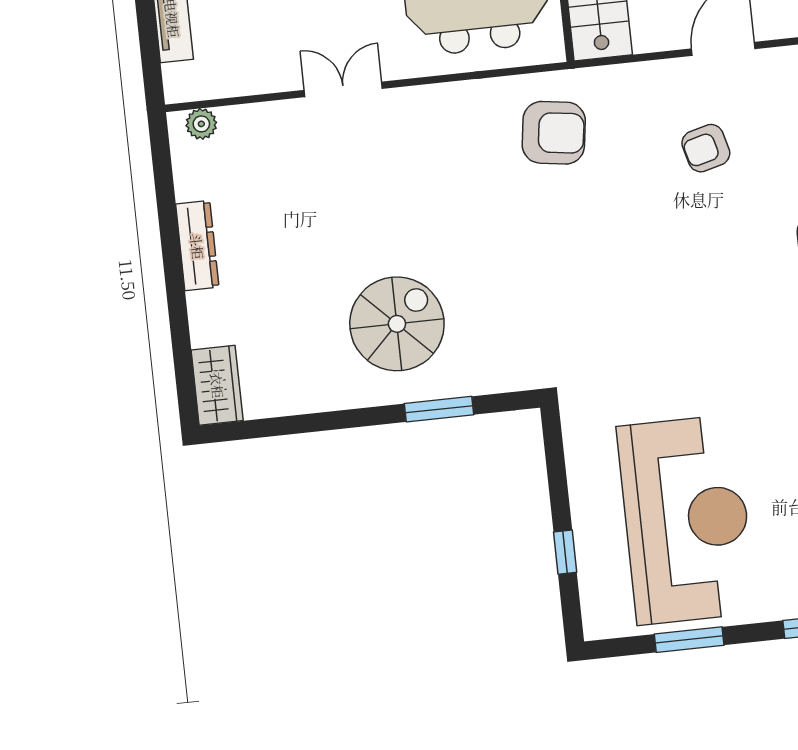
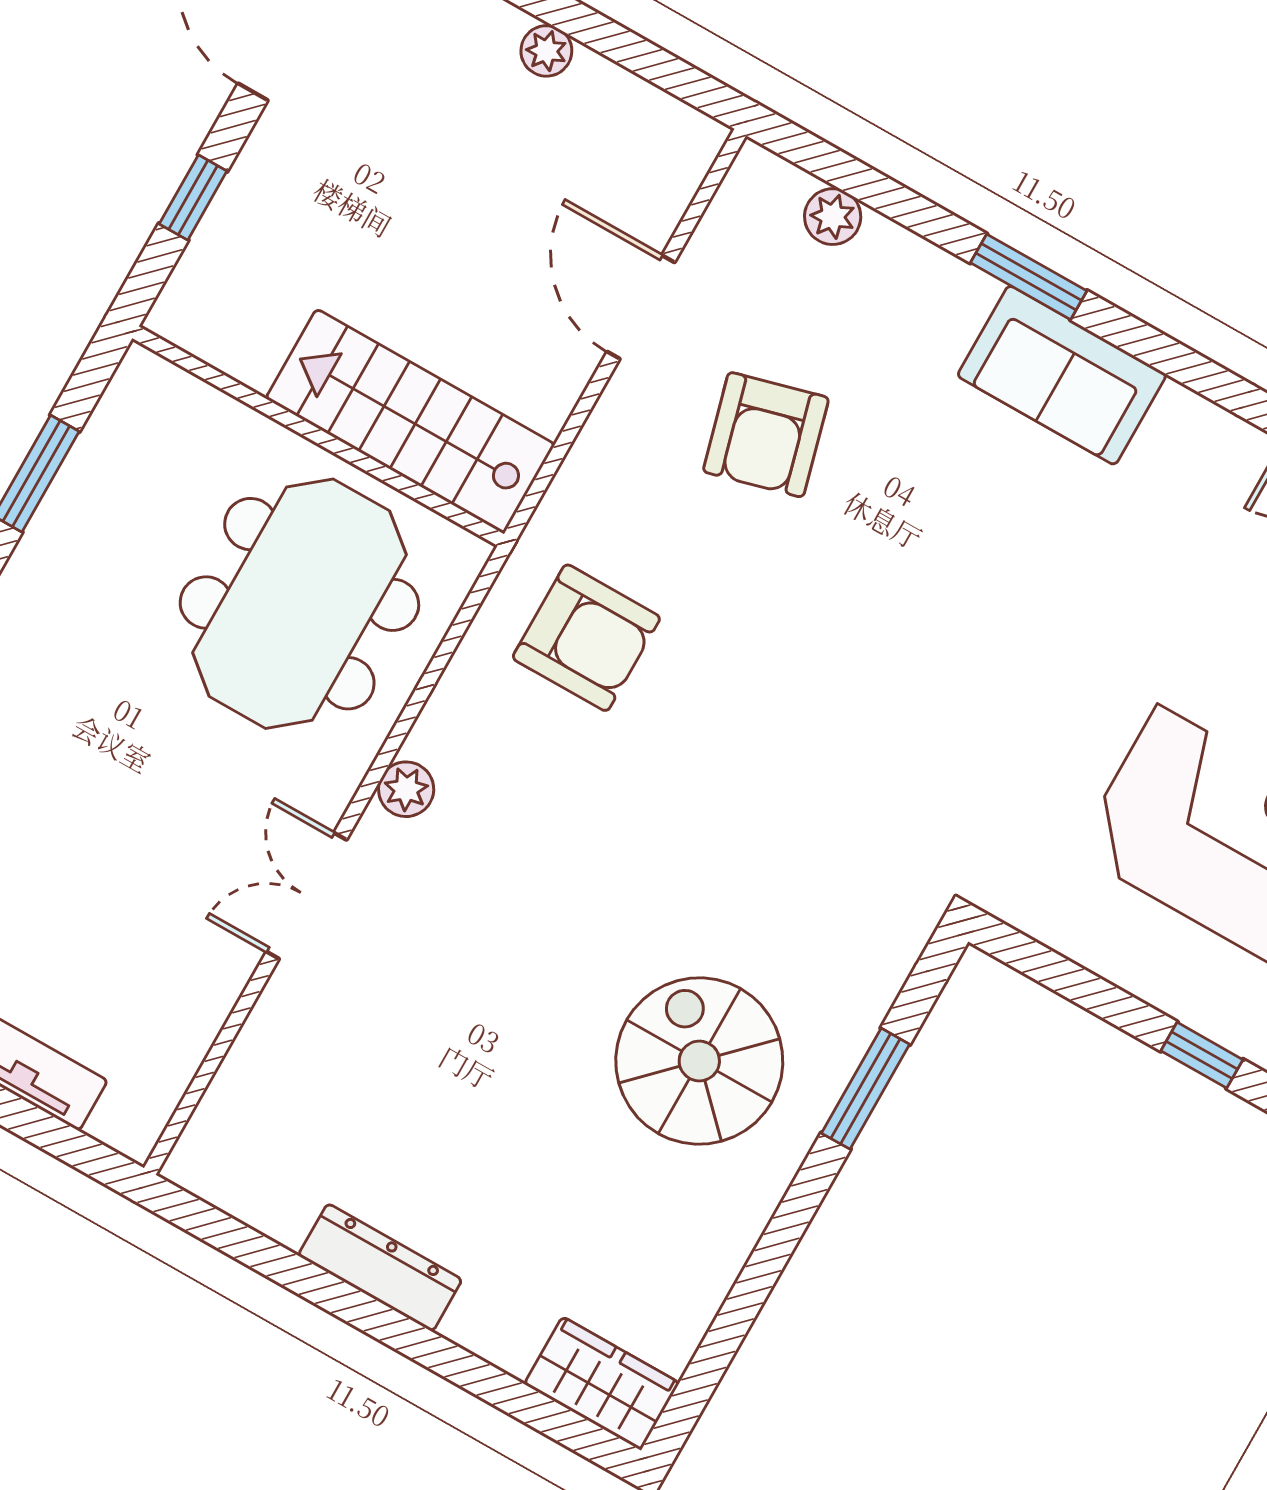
plant: (201, 124) -> (406, 789), moved
armchair: (554, 133) -> (586, 638), turned 82
armchair: (706, 148) -> (766, 435), width x1.38, depth x1.38

